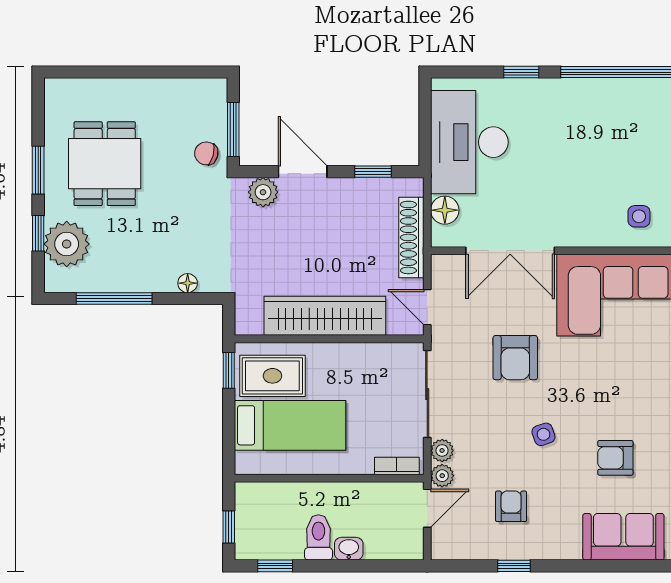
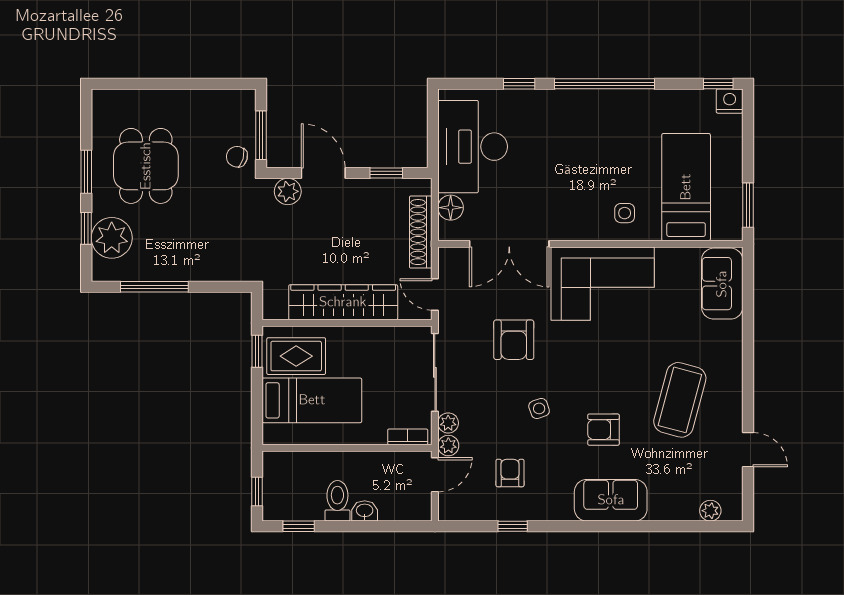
floor lamp: (188, 283) -> (220, 273), removed

